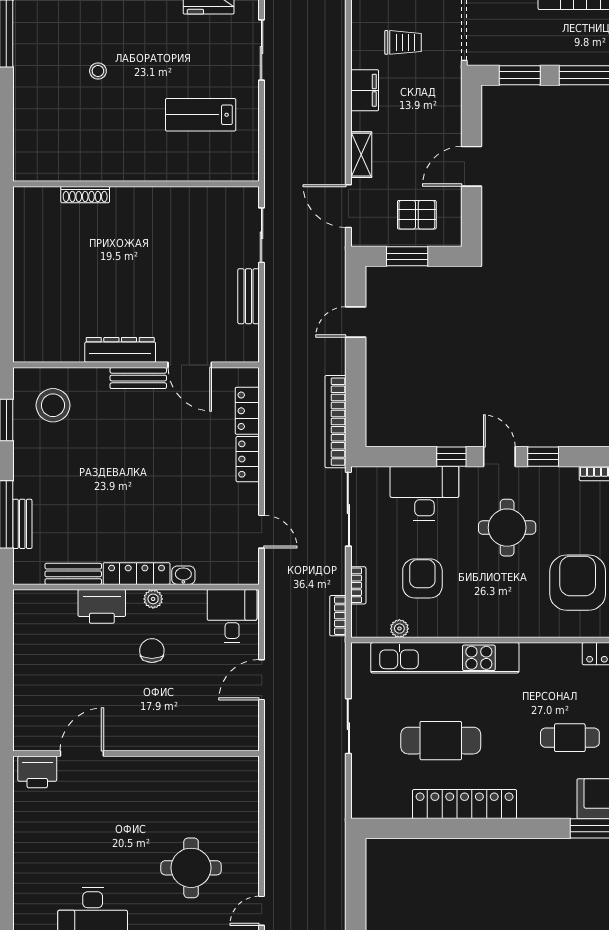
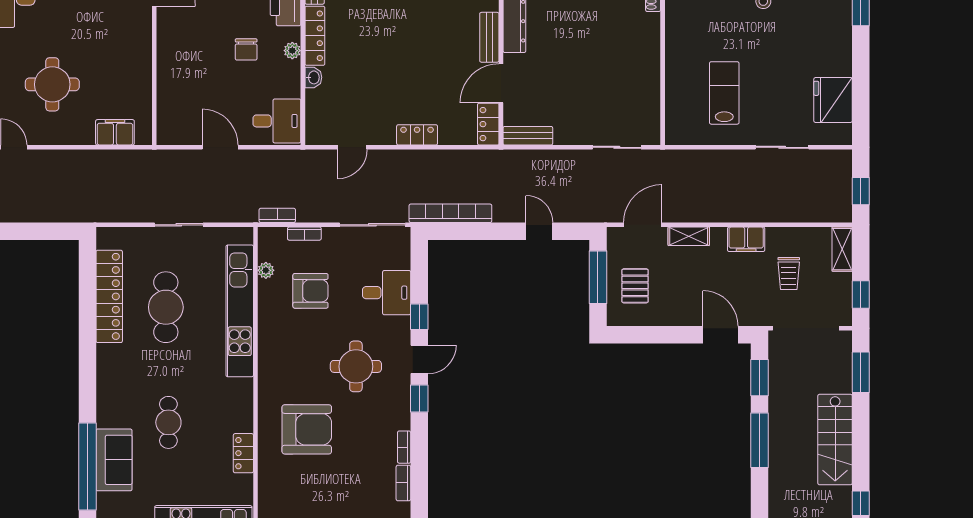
door: (472, 166) -> (720, 335), moved
window: (407, 256) -> (598, 277), width x1.44
bench: (249, 296) -> (528, 136), moved
locker: (247, 411) -> (488, 124), moved, turned -90
desk: (424, 493) -> (387, 293), width x0.73
chair: (152, 651) -> (246, 49), turned 90
filing cabinet: (245, 798) -> (115, 132), added
locker: (465, 804) -> (109, 296), moved

